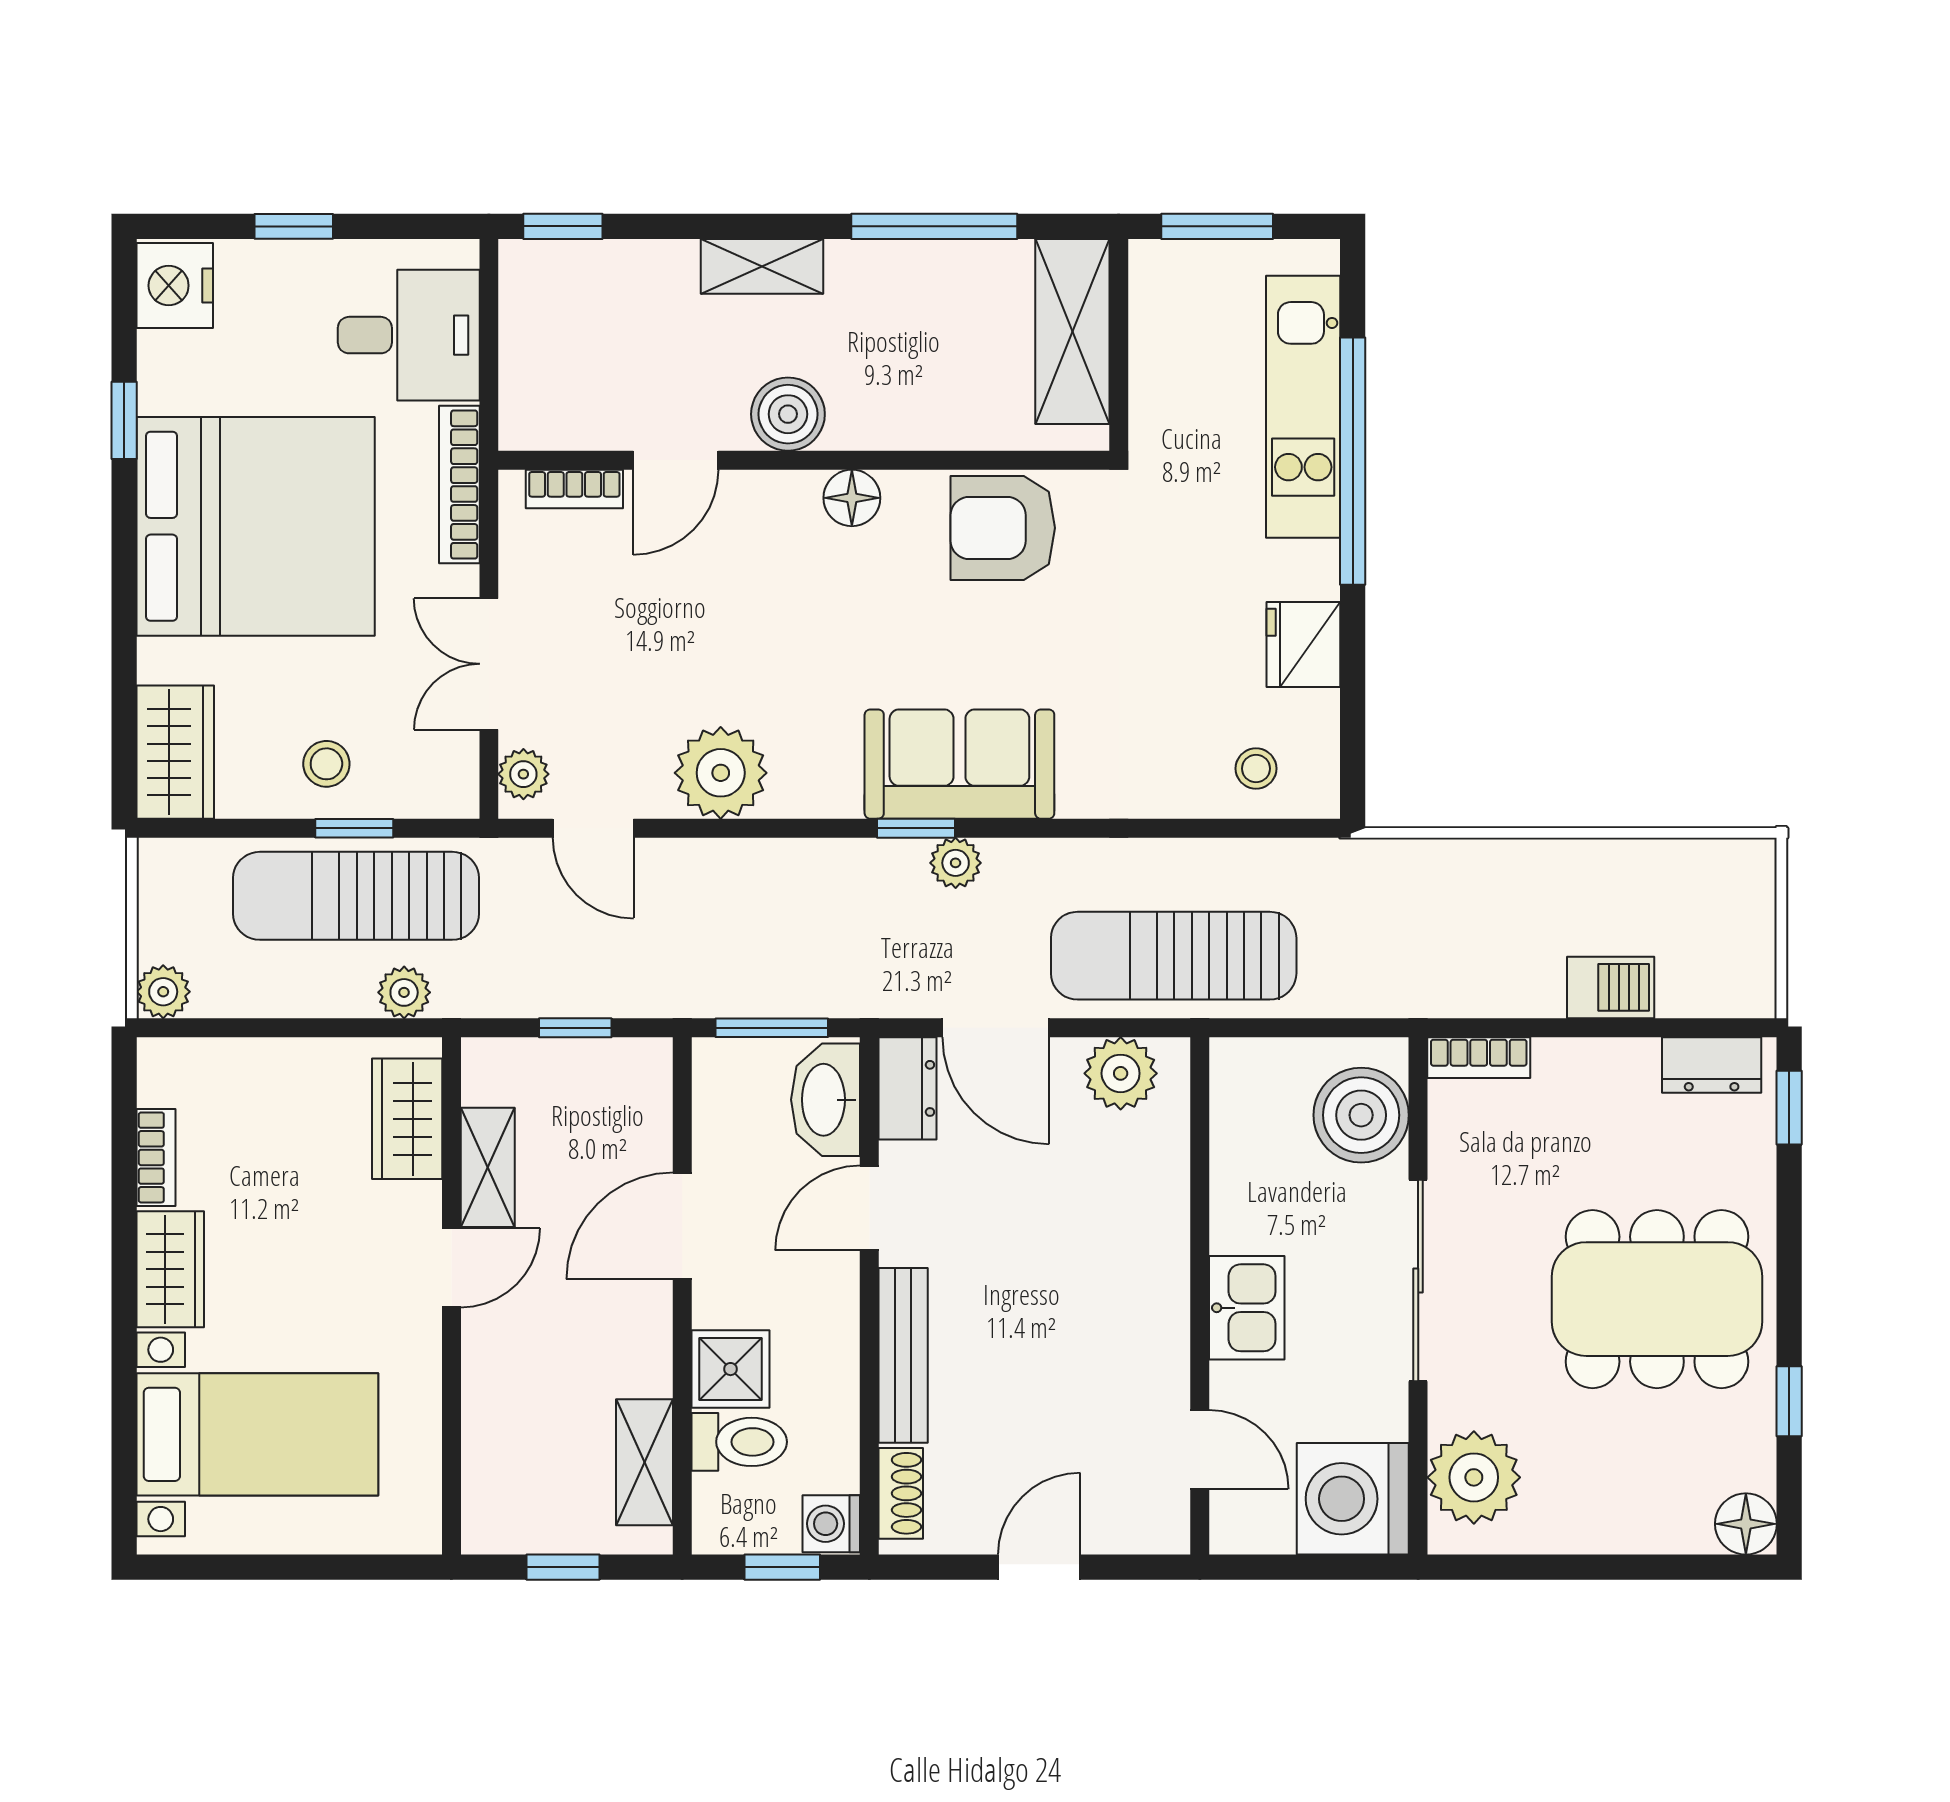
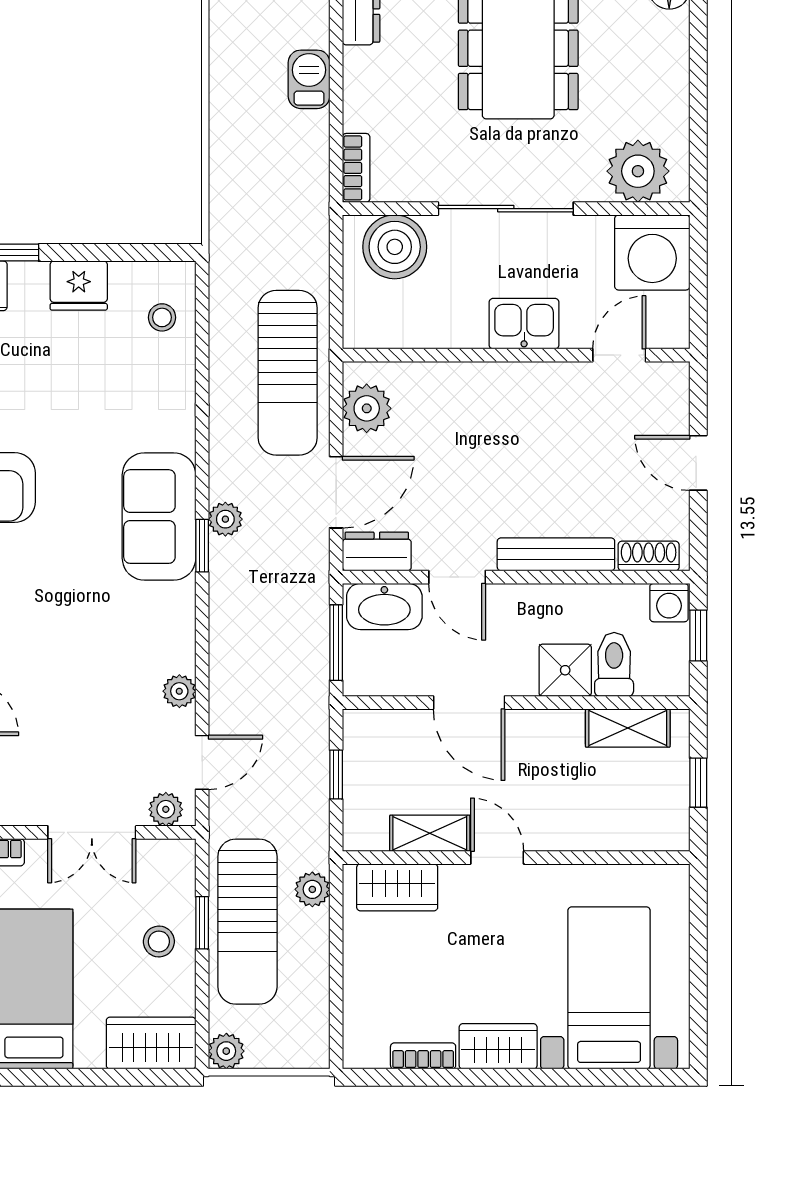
plant: (721, 773) -> (179, 691), width x0.53, depth x0.53
plant: (163, 992) -> (226, 1051), moved

